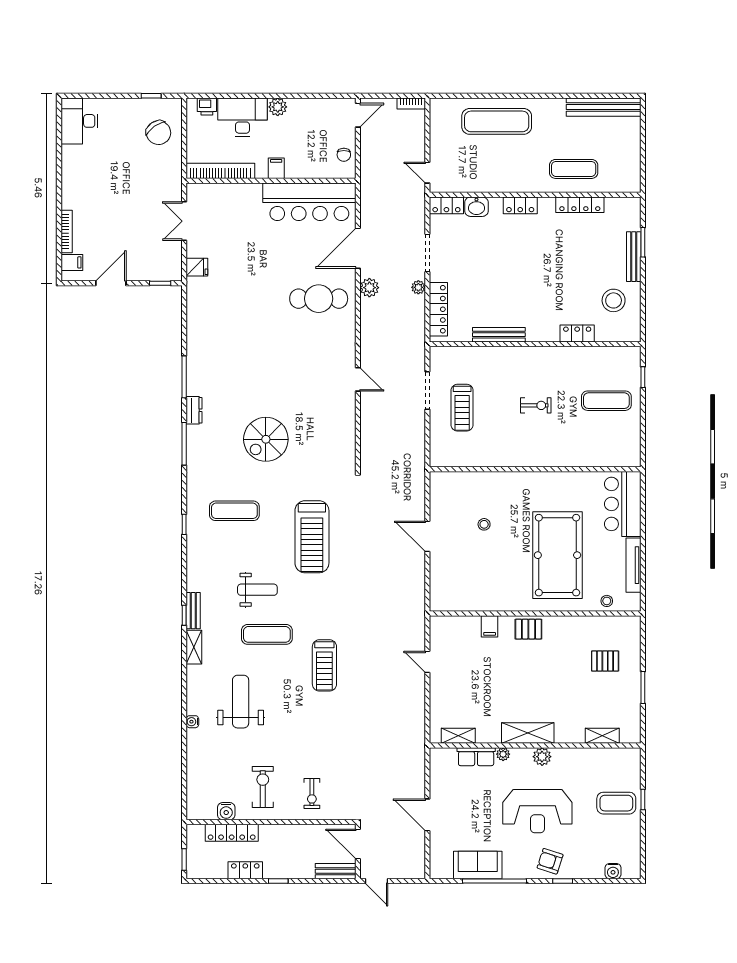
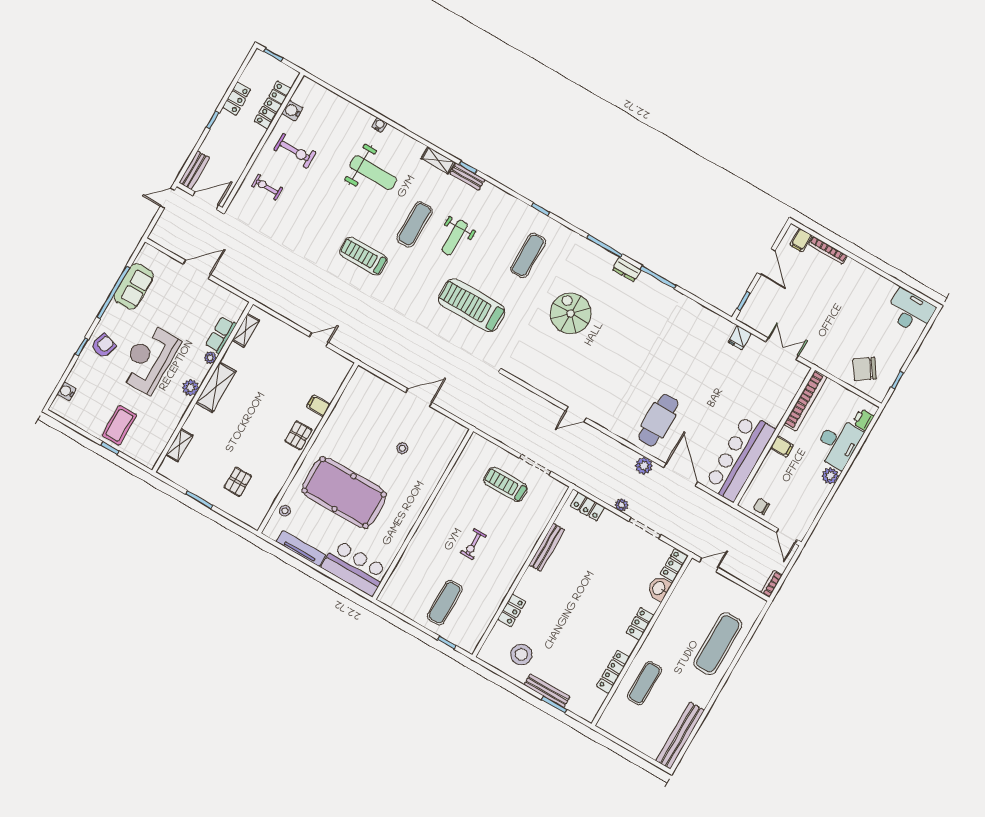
locker: (438, 309) -> (587, 507), width x0.66

